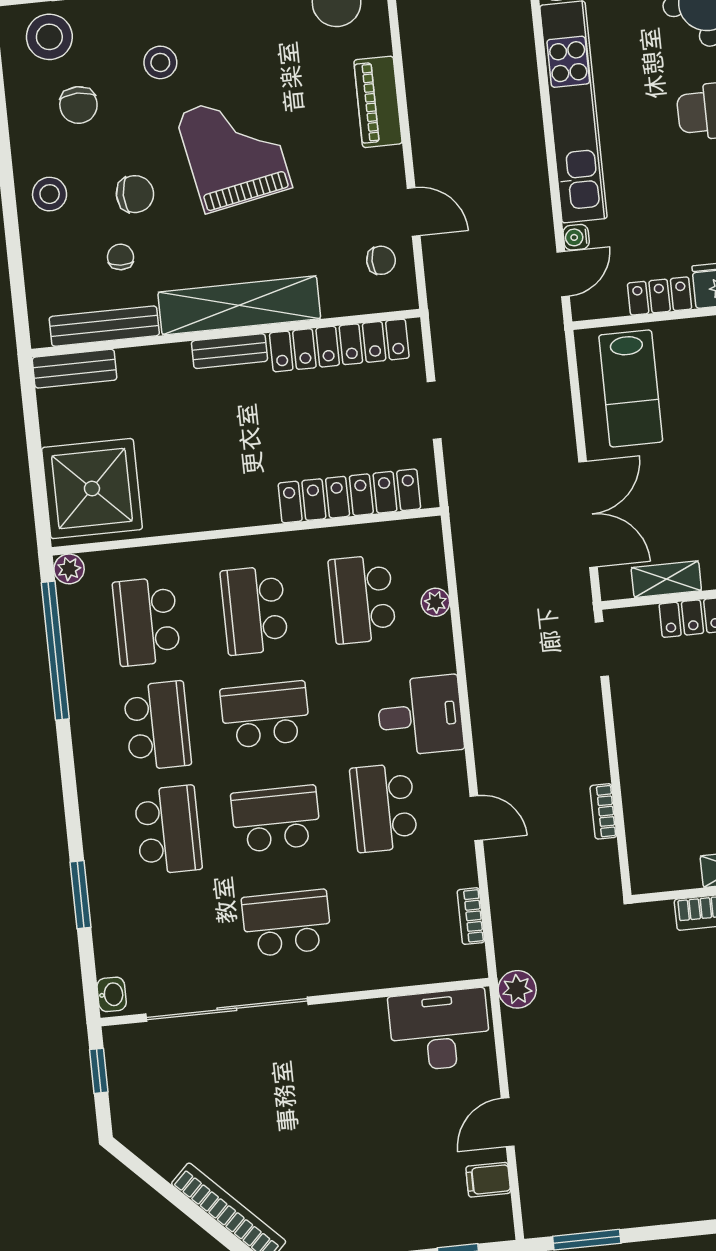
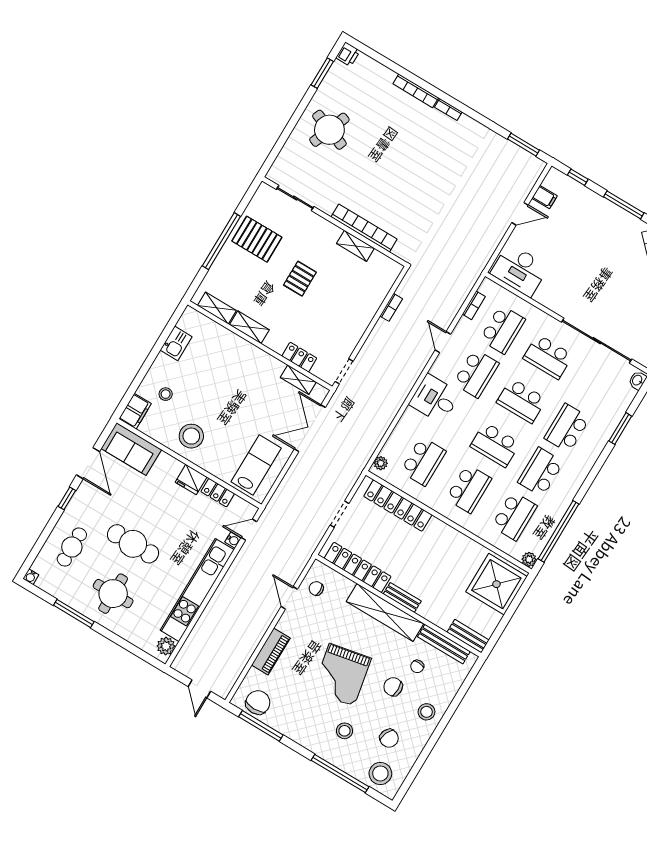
chair: (78, 105) -> (389, 738), turned 114
plant: (435, 602) -> (381, 463), moved
school desk: (395, 912) -> (502, 329), added
plant: (517, 989) -> (477, 263), removed

